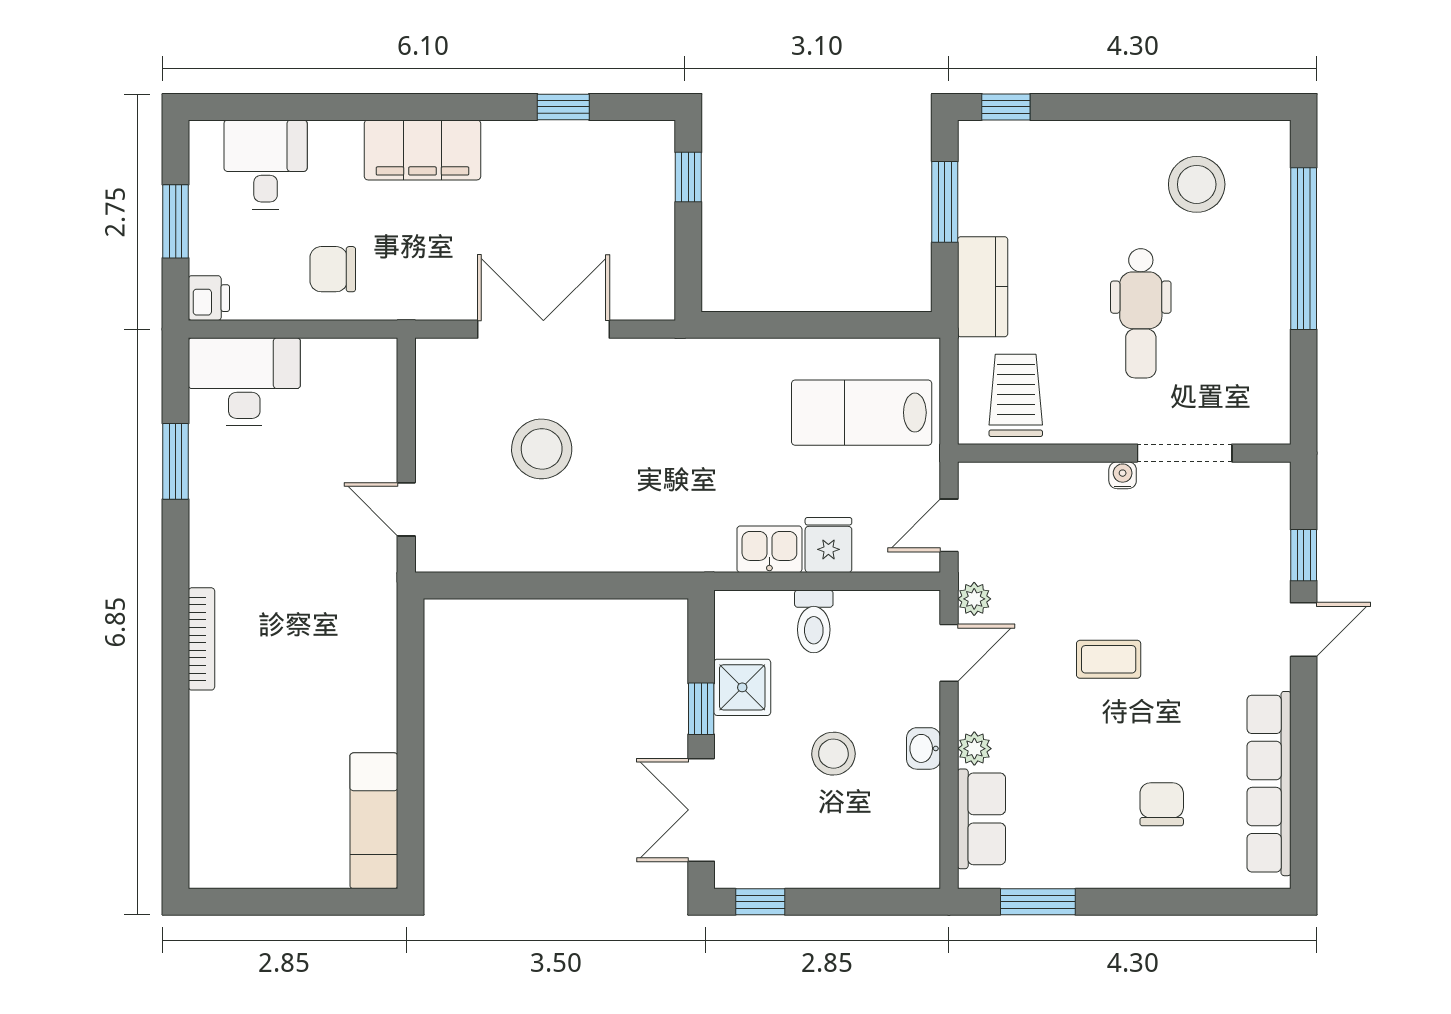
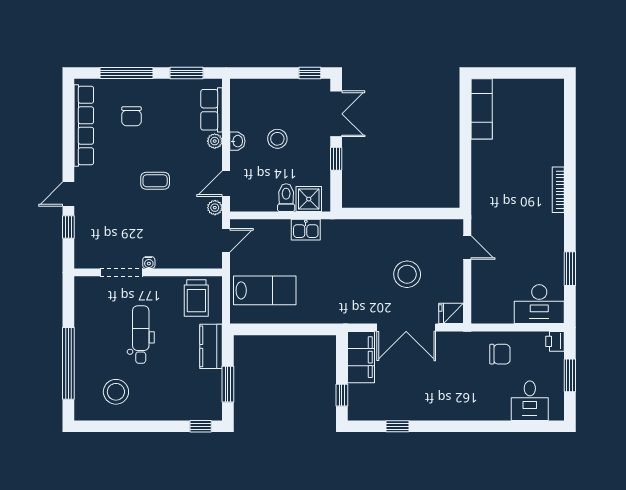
filing cabinet: (422, 150) -> (361, 357), moved, turned 90
fridge: (828, 545) -> (451, 313), moved, turned 90
shower: (742, 687) -> (309, 199), moved
window: (1173, 902) -> (127, 73), added

